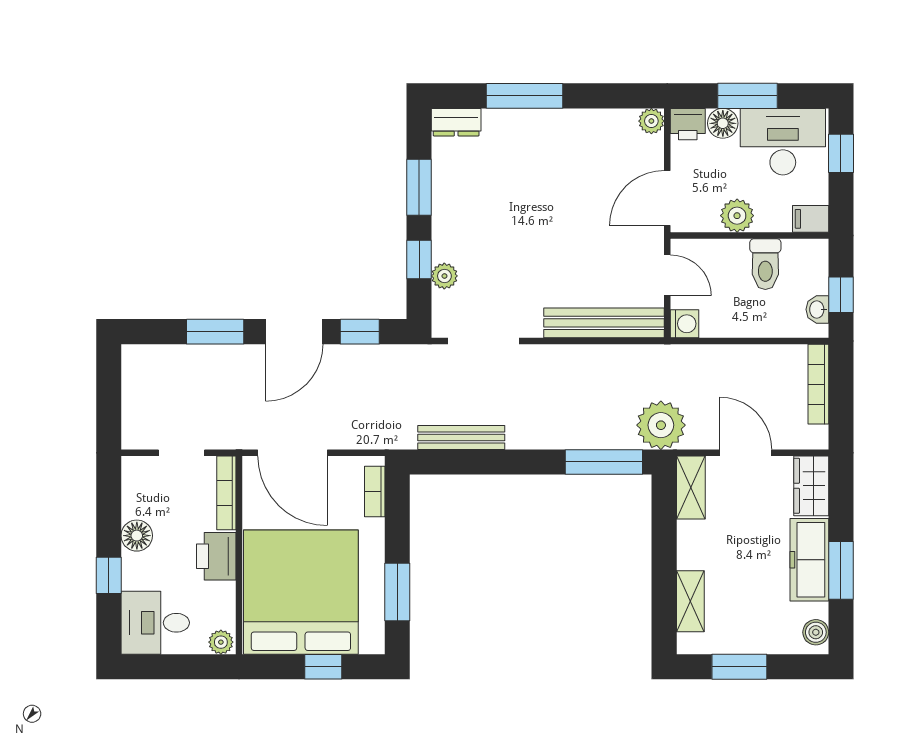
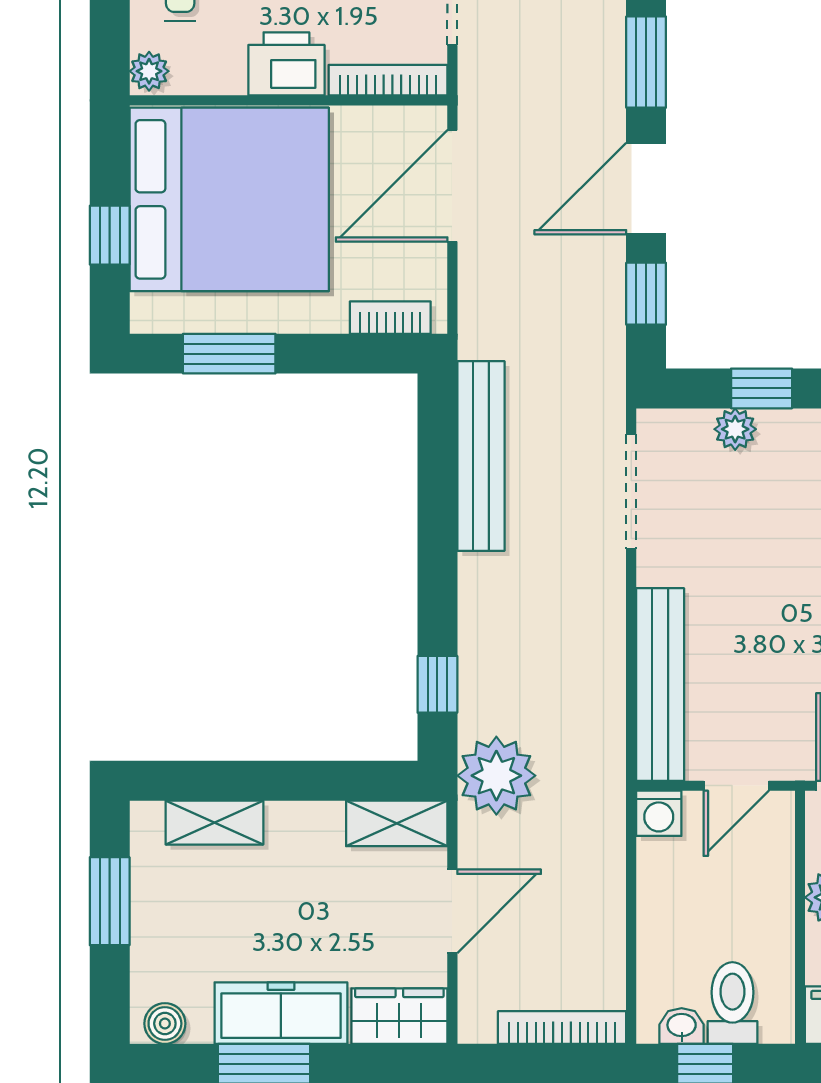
toilet: (765, 264) -> (732, 1003), moved, turned 90
door: (294, 332) -> (646, 189), hinge flipped
bench: (461, 437) -> (481, 456), width x1.37, depth x1.21
window: (604, 462) -> (437, 684), width x0.46

